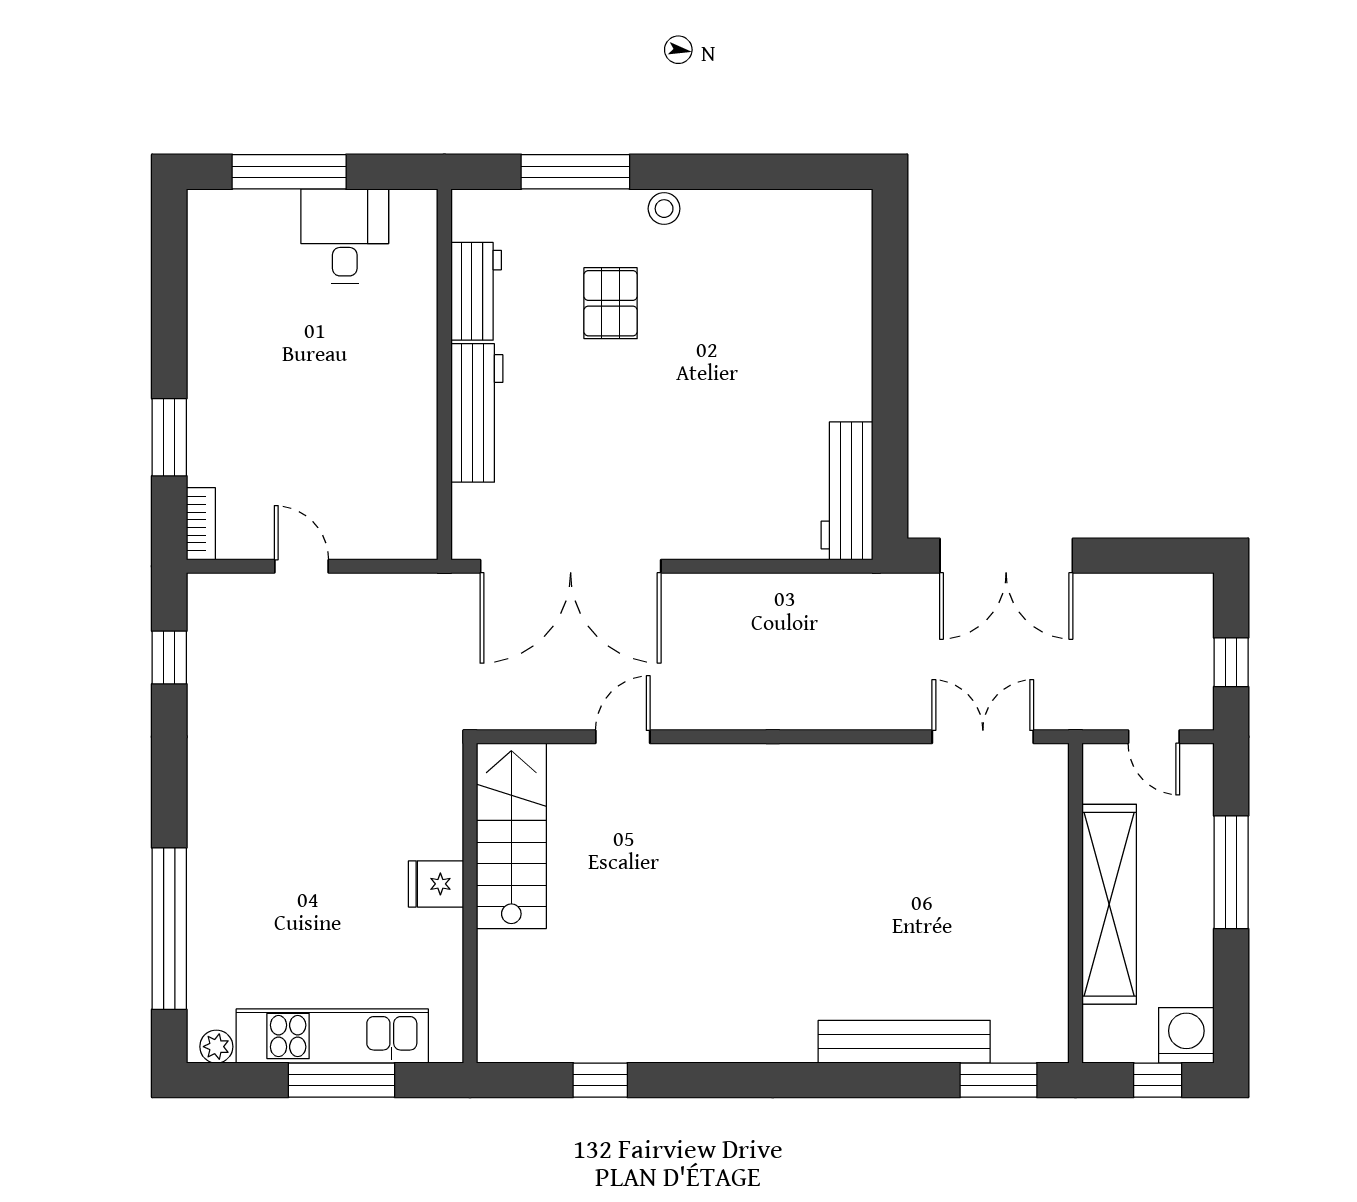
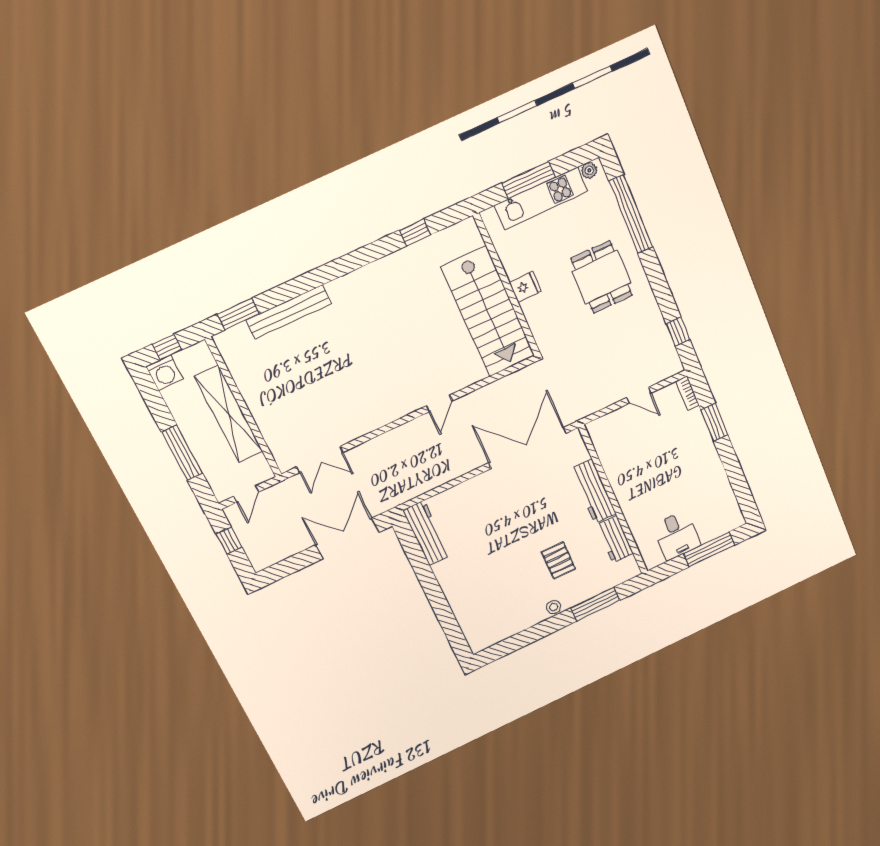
door: (623, 737) -> (439, 403), moved
door: (1154, 737) -> (246, 494), swing flipped
dining table: (278, 834) -> (602, 277), added
stairs: (511, 836) -> (488, 312), width x1.36, depth x1.51

